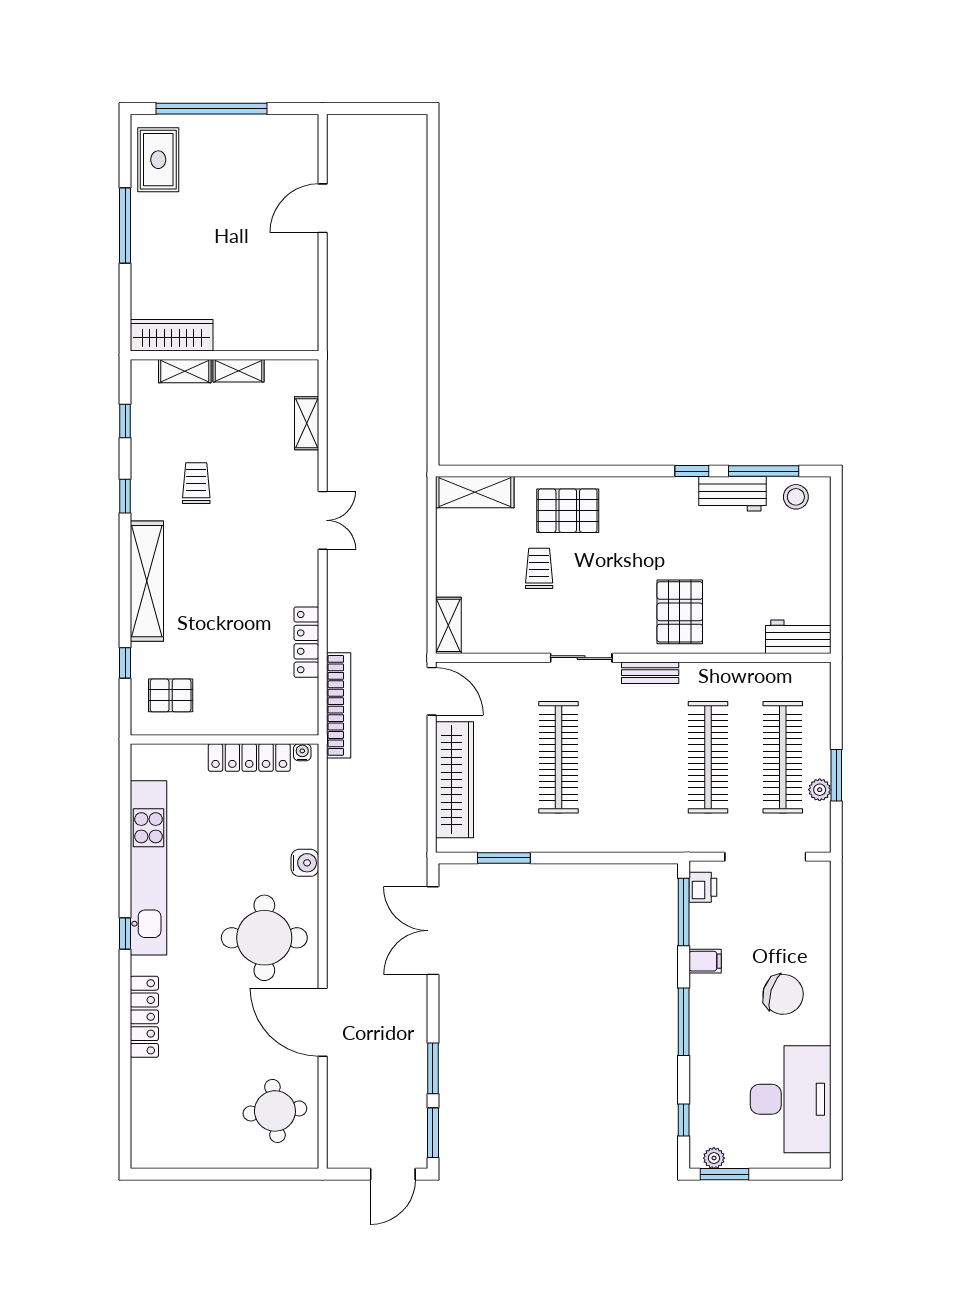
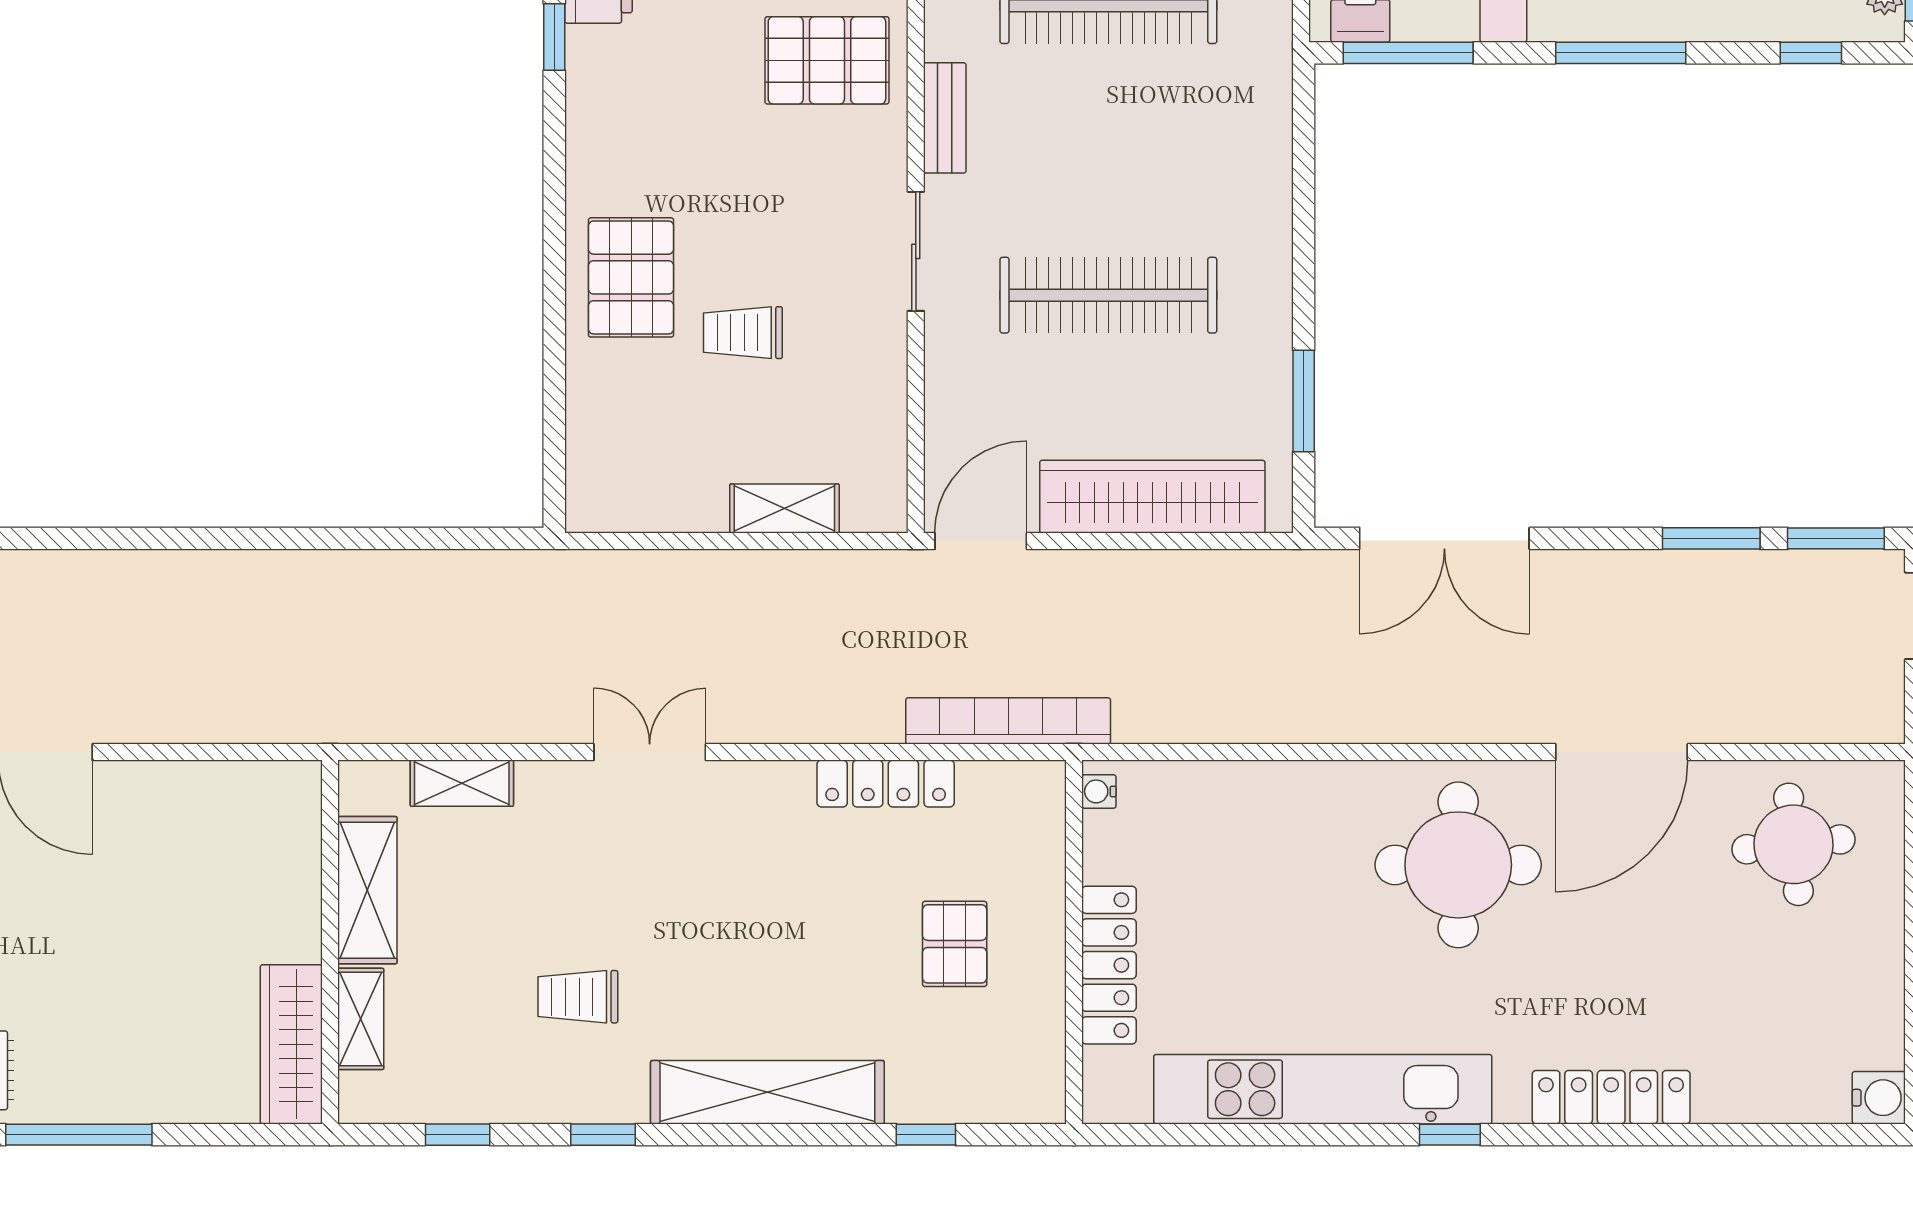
shelving: (239, 371) -> (367, 890), width x1.50, depth x1.33
shelving: (475, 492) -> (595, 457), removed
shelving: (448, 625) -> (784, 508), moved
pallet: (171, 695) -> (955, 944), moved
locker: (249, 757) -> (1109, 965), moved
water cooler: (305, 863) -> (1879, 1098), moved, turned 90

